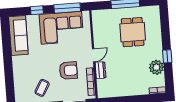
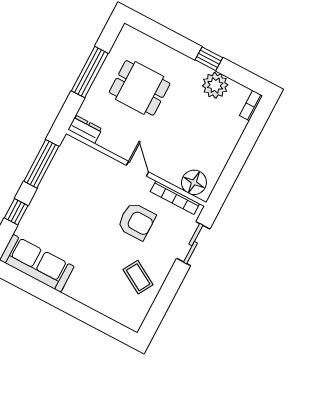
corner sofa: (61, 28) -> (66, 191), removed
armchair: (68, 70) -> (137, 221), turned 90
dresser: (101, 70) -> (85, 129), moved
floor lamp: (104, 86) -> (194, 182), added

